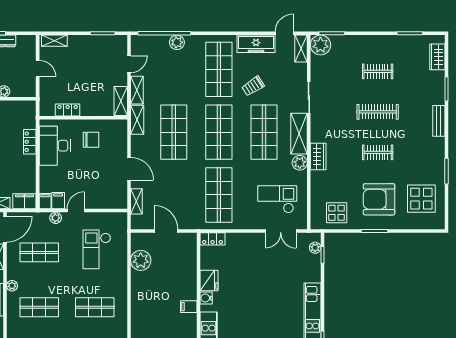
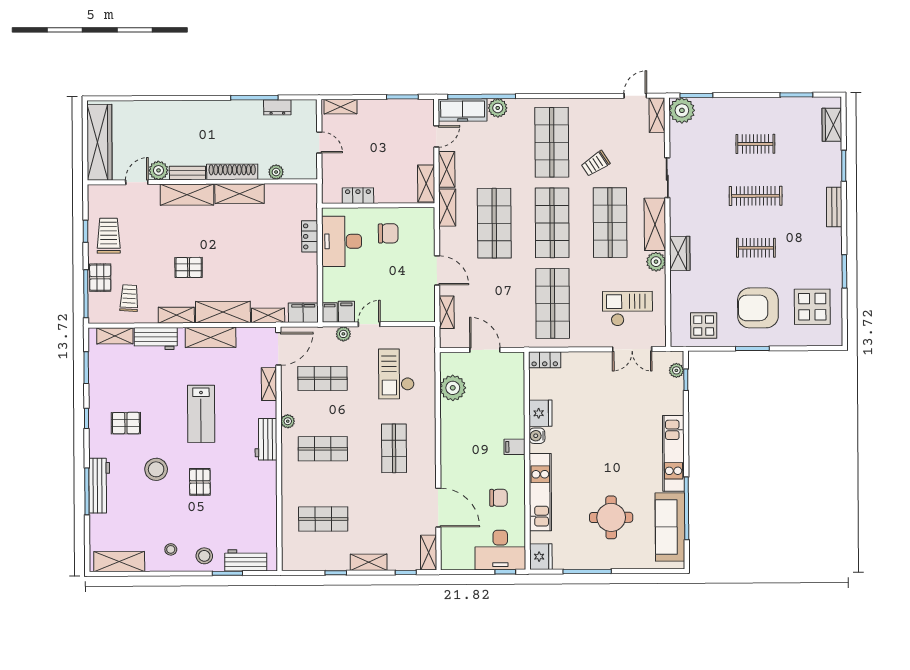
freezer: (256, 44) -> (463, 110), moved
shop shelf: (95, 307) -> (394, 448), turned 90

